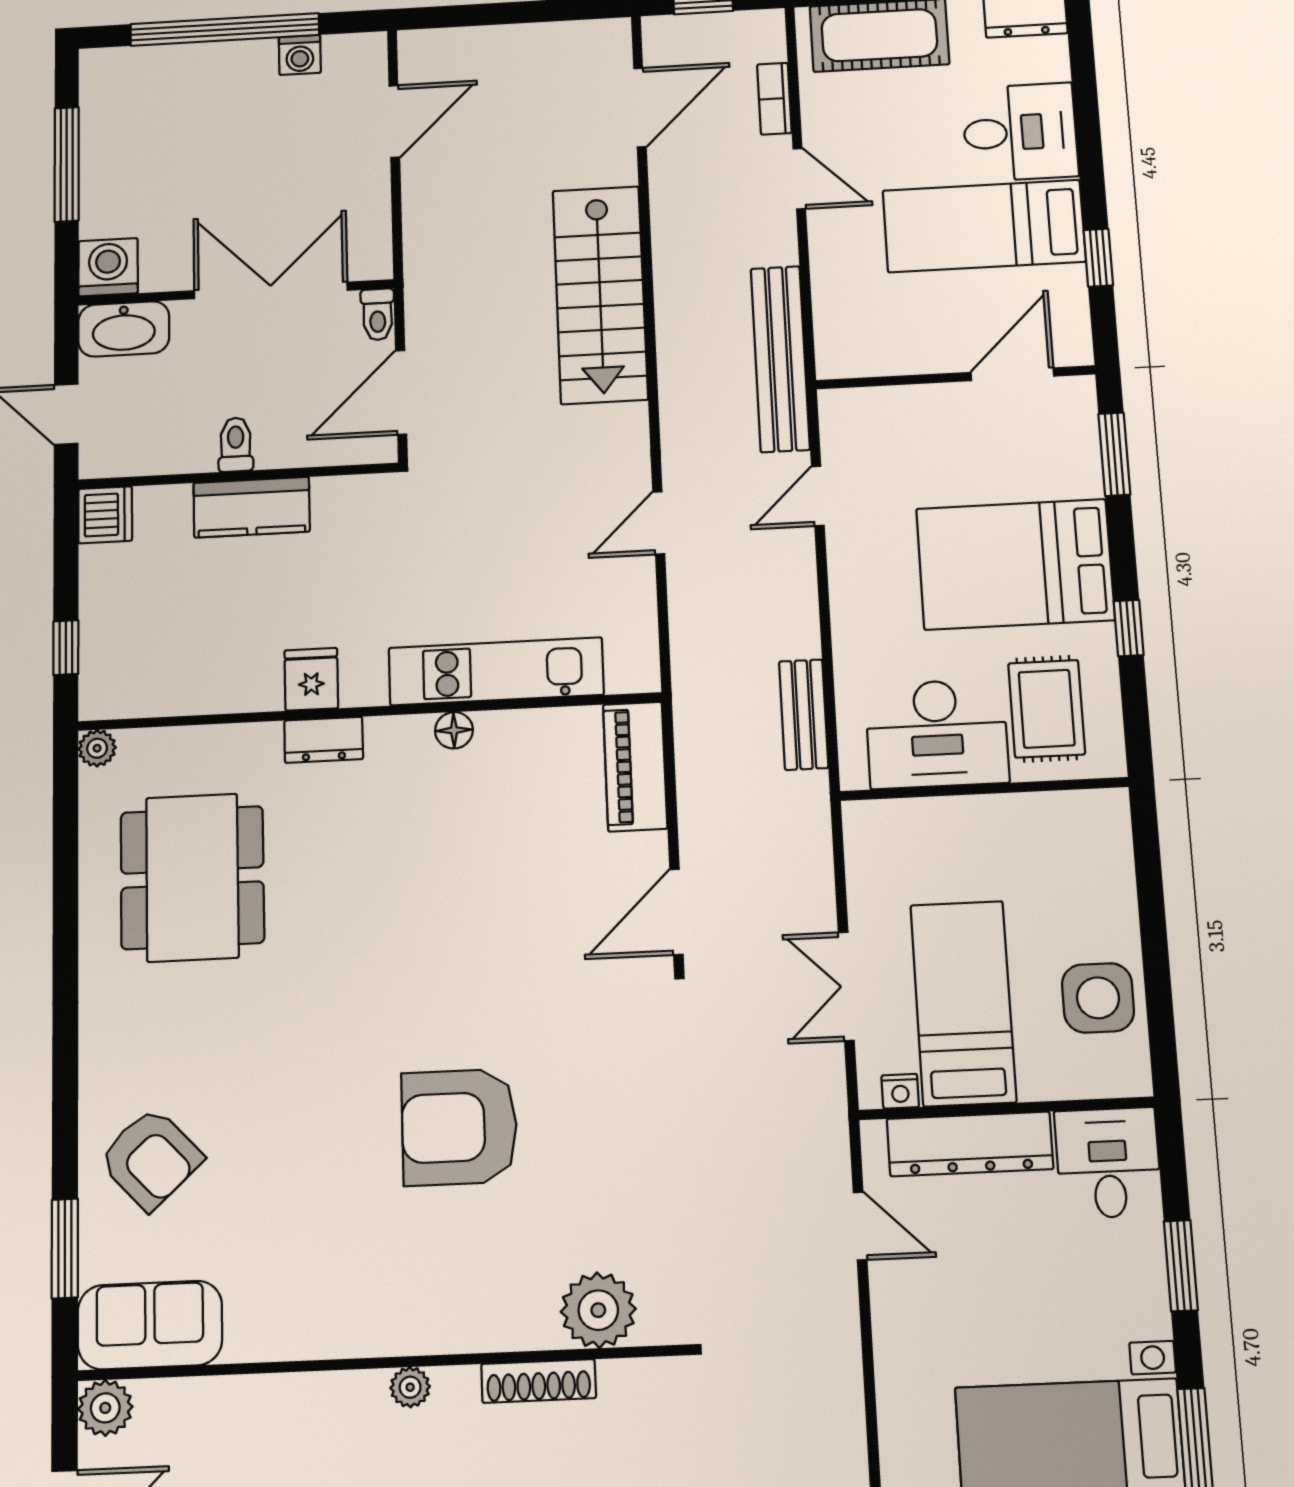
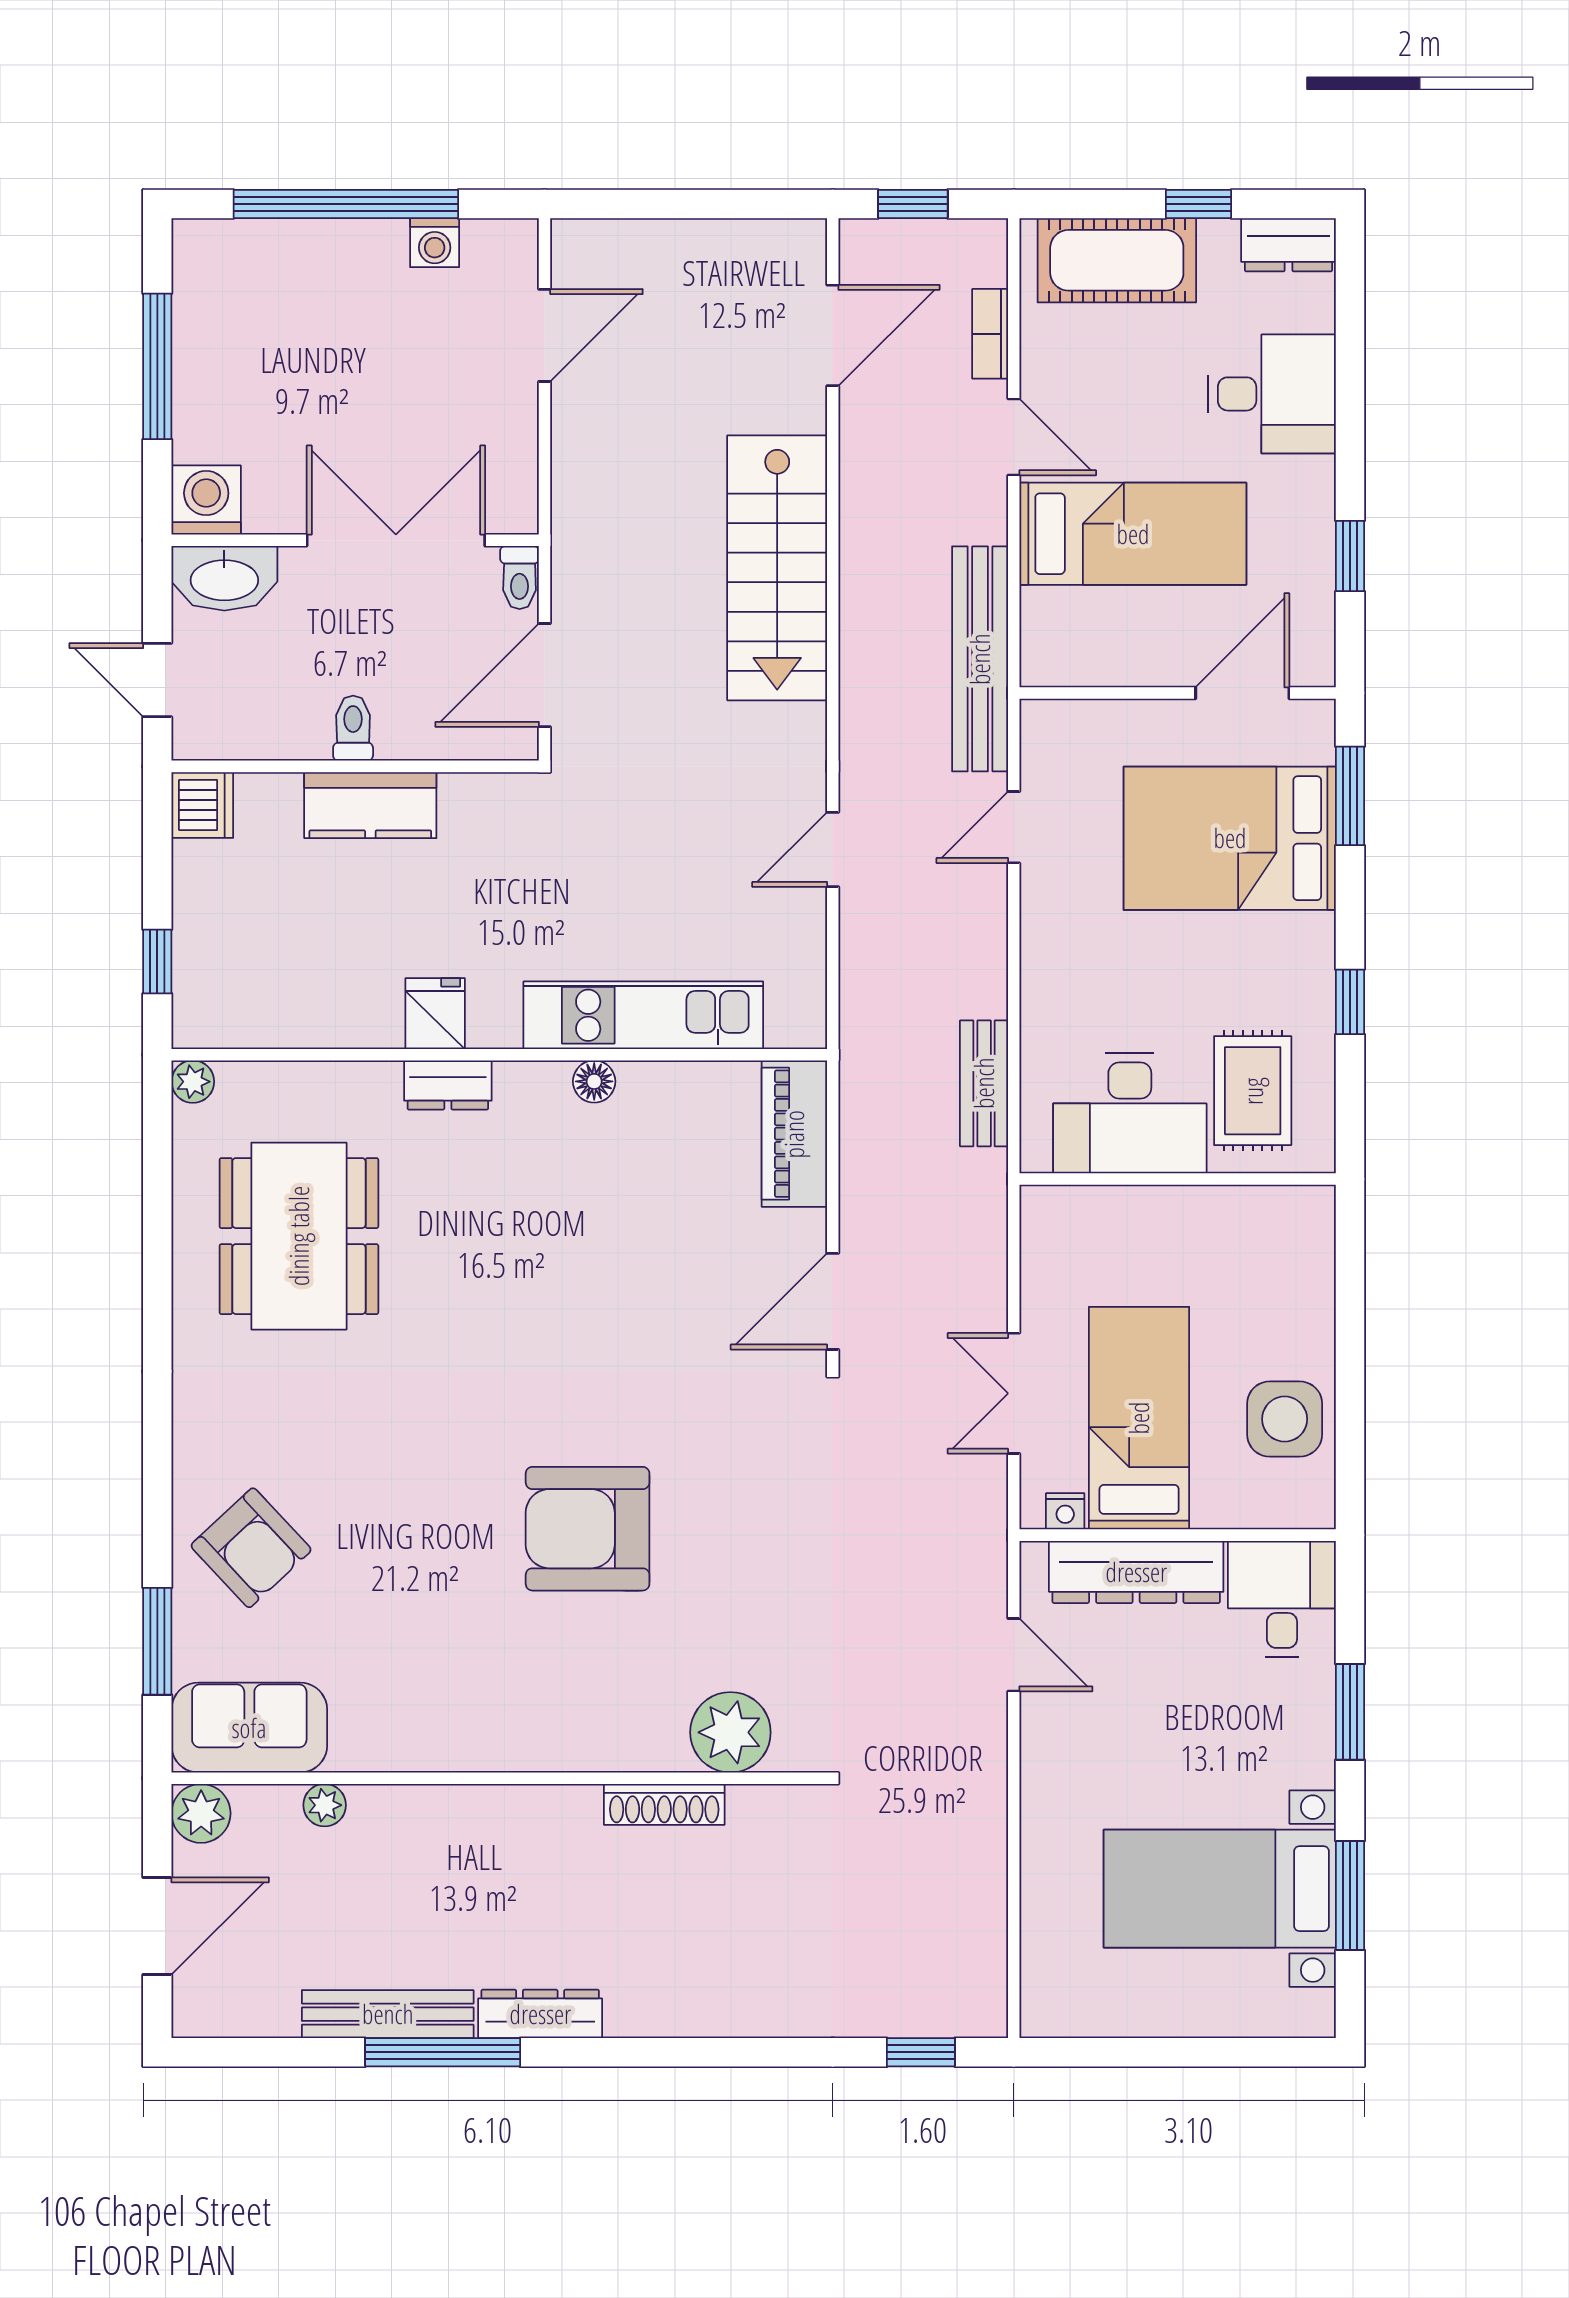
bed: (984, 226) -> (1133, 534), moved, turned 180
bed: (1015, 564) -> (1230, 838), moved
plant: (410, 1387) -> (325, 1805), moved

